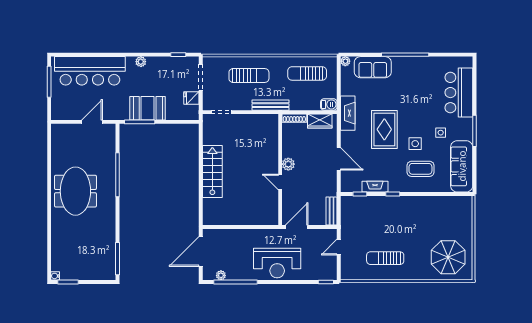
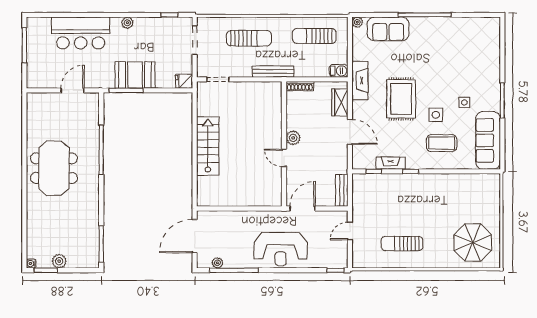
bar counter: (90, 71) -> (81, 33), width x0.73
bar counter: (459, 93) -> (485, 57), removed
fridge: (191, 98) -> (184, 81), moved
wardrobe: (320, 121) -> (340, 102), moved, turned 90
plant: (80, 274) -> (59, 261), added

